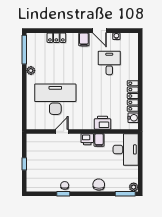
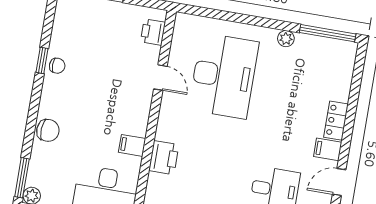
locker: (56, 38) -> (336, 121), moved
printer: (87, 139) -> (153, 32), moved

